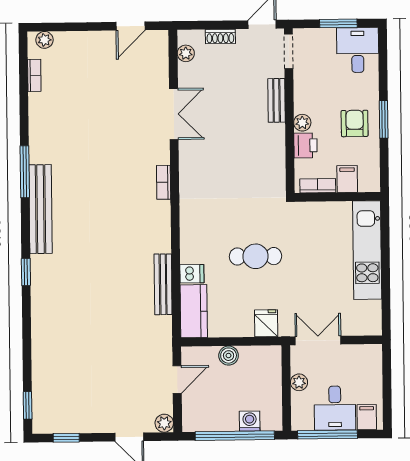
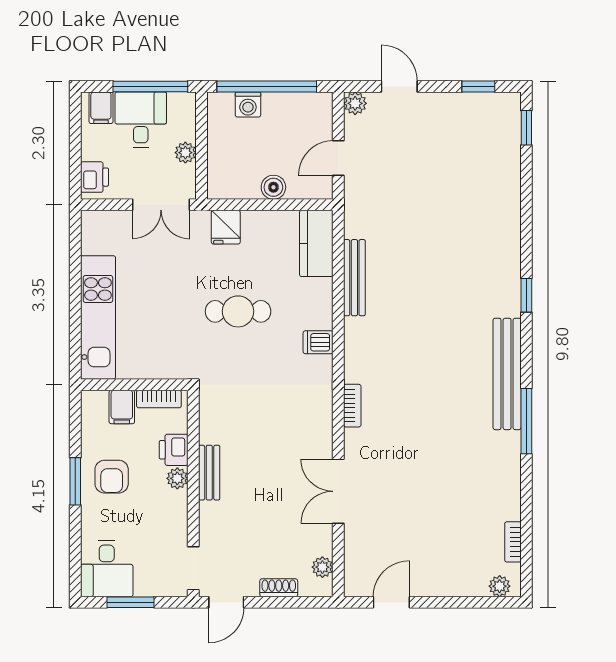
bench: (277, 100) -> (209, 473), moved
dishwasher: (192, 274) -> (318, 342), moved
printer: (371, 362) -> (94, 177), added

